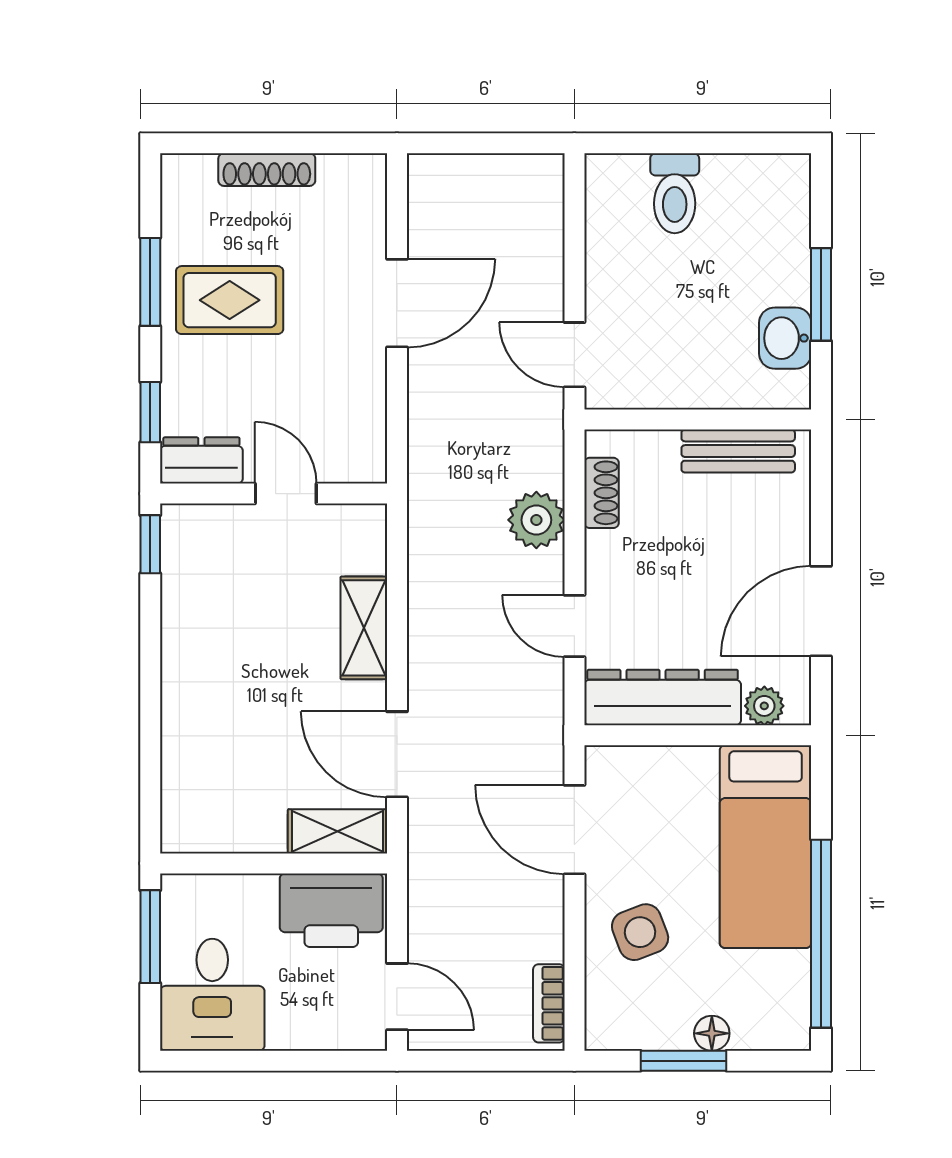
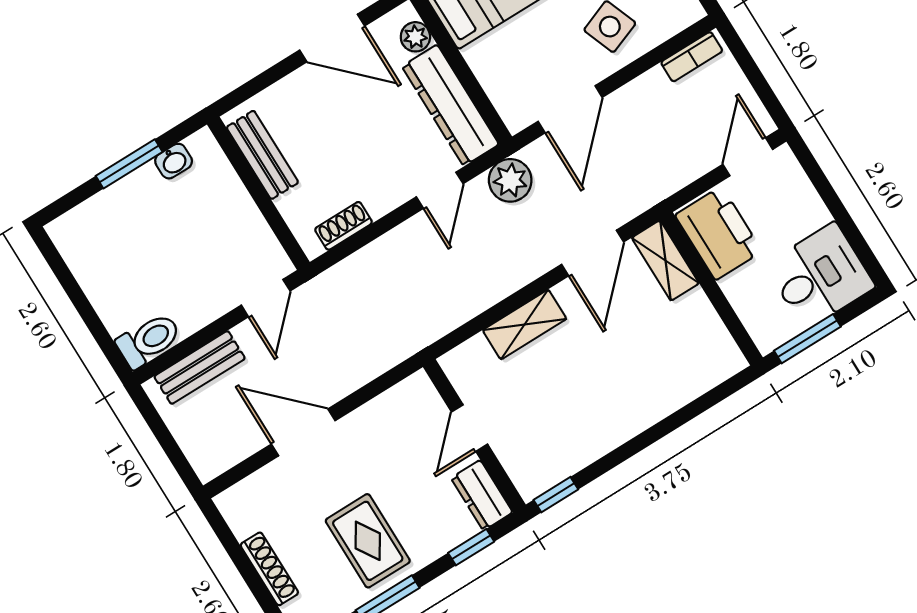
toilet: (675, 193) -> (149, 340), moved
bench: (542, 232) -> (200, 367), added
washbasin: (785, 338) -> (174, 161), width x0.72, depth x0.69
plant: (536, 520) -> (510, 180), moved

